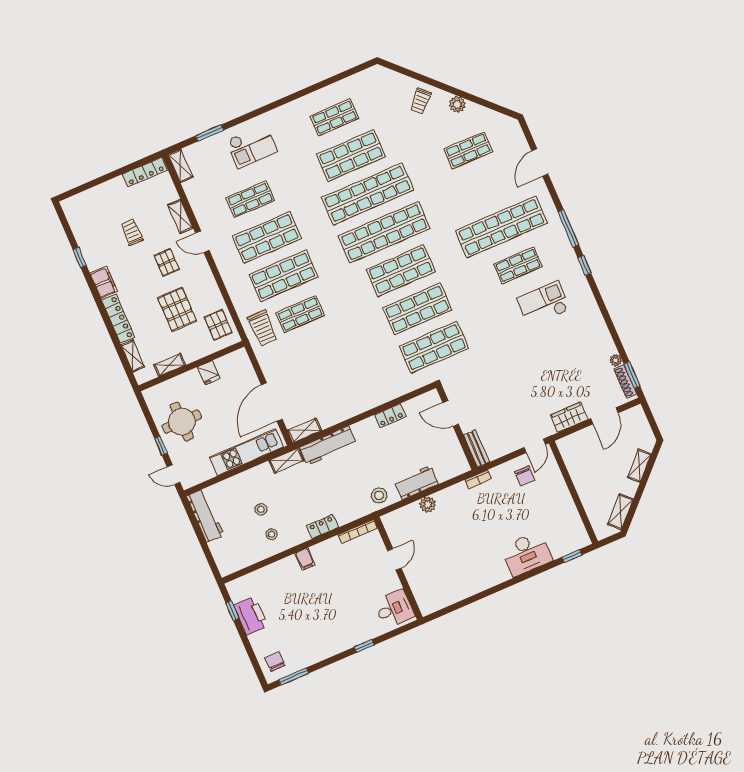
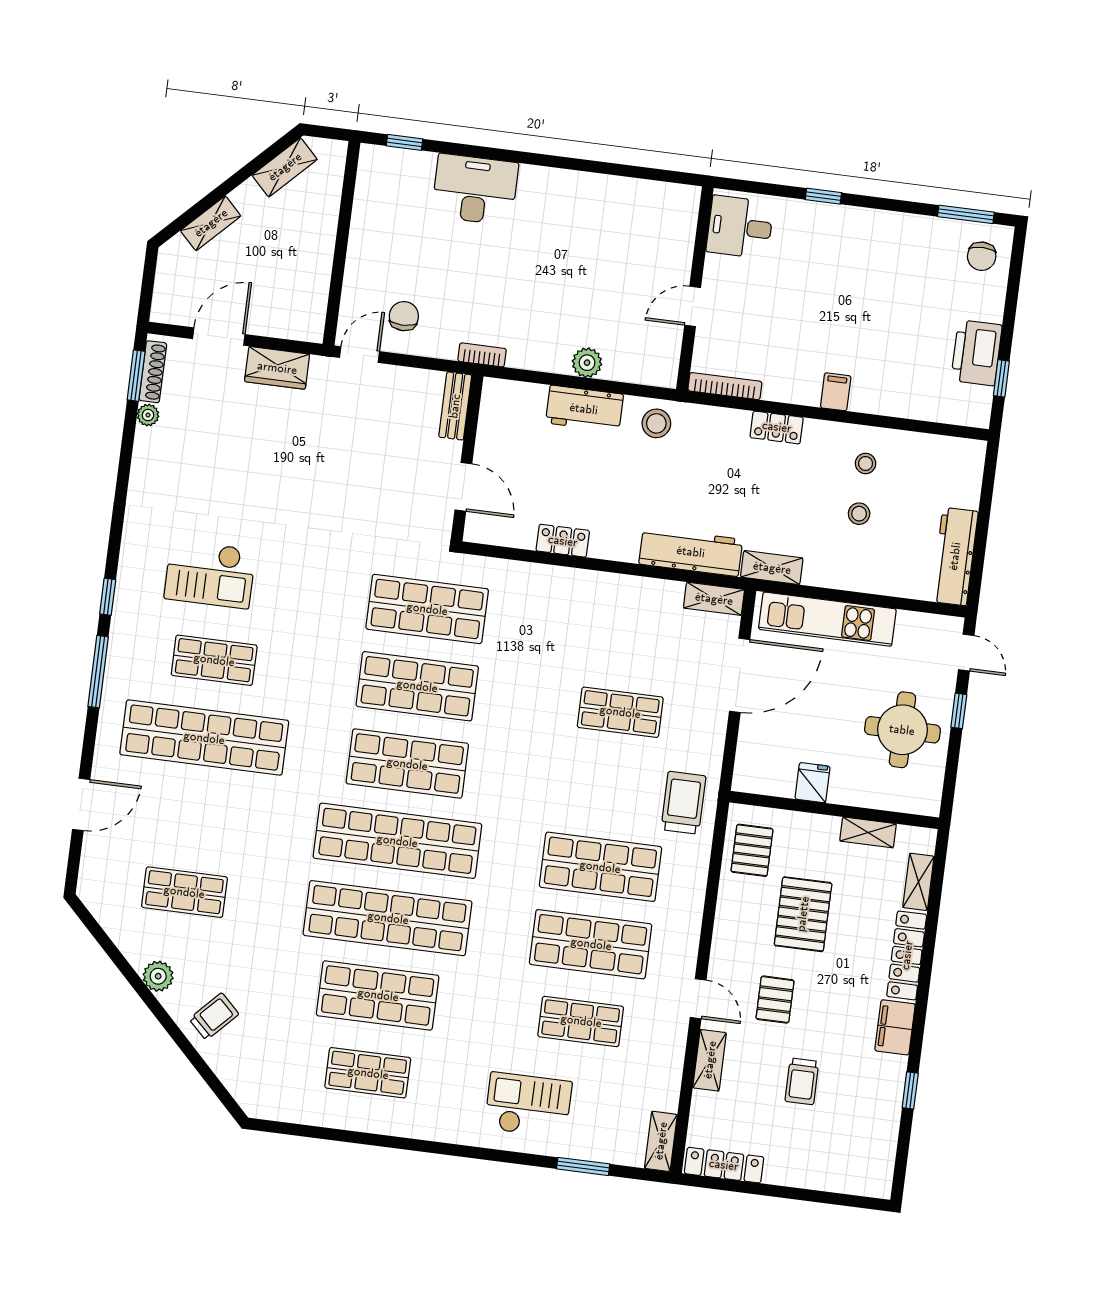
shop shelf: (300, 314) -> (620, 712), moved

